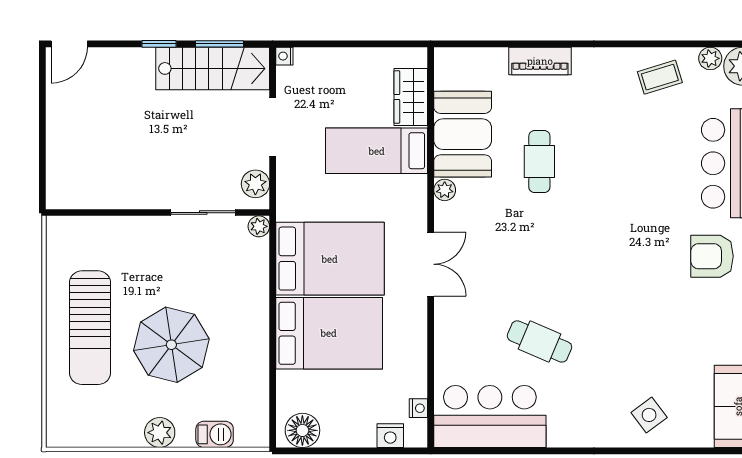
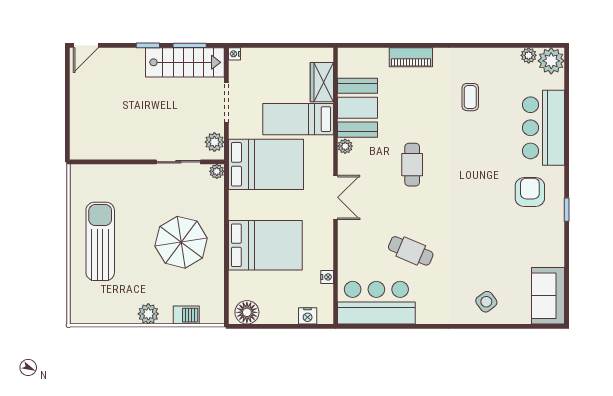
coffee table: (660, 77) -> (470, 97), moved, turned -73
cafe table: (539, 162) -> (412, 165), moved
armchair: (712, 256) -> (530, 192), turned 90
bed: (330, 259) -> (266, 164), moved
sun lounger: (90, 328) -> (100, 241), turned 180
parasol: (171, 345) -> (181, 242), moved
nightstand: (418, 408) -> (327, 277), moved

